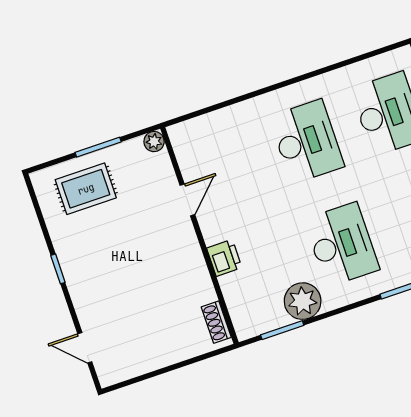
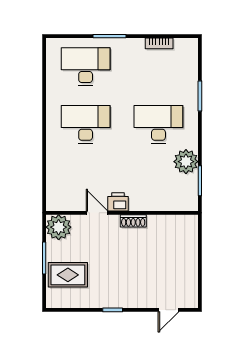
plant: (154, 142) -> (59, 227), width x1.88, depth x1.88
rug: (86, 189) -> (68, 275), turned 90
printer: (224, 258) -> (118, 202), moved
shoe rack: (216, 322) -> (133, 221), moved

